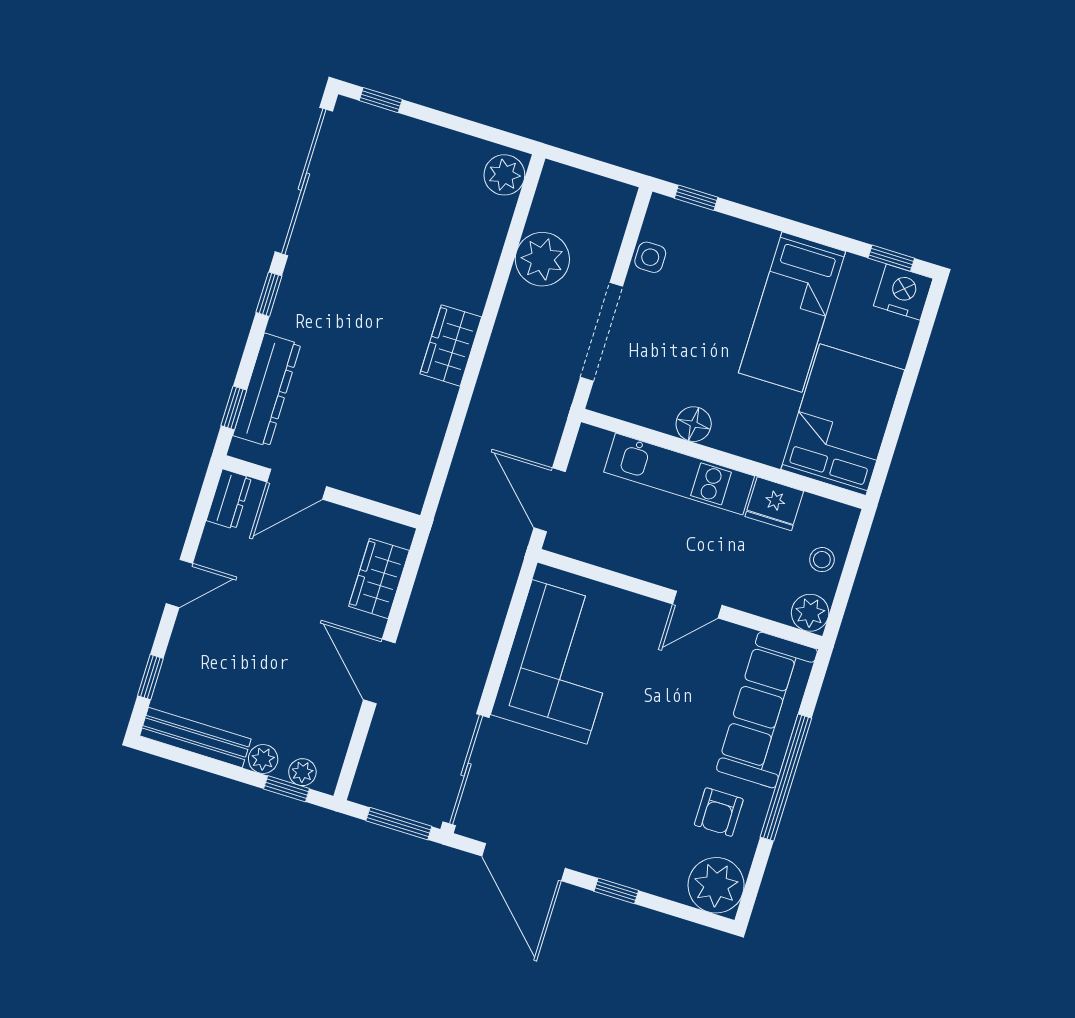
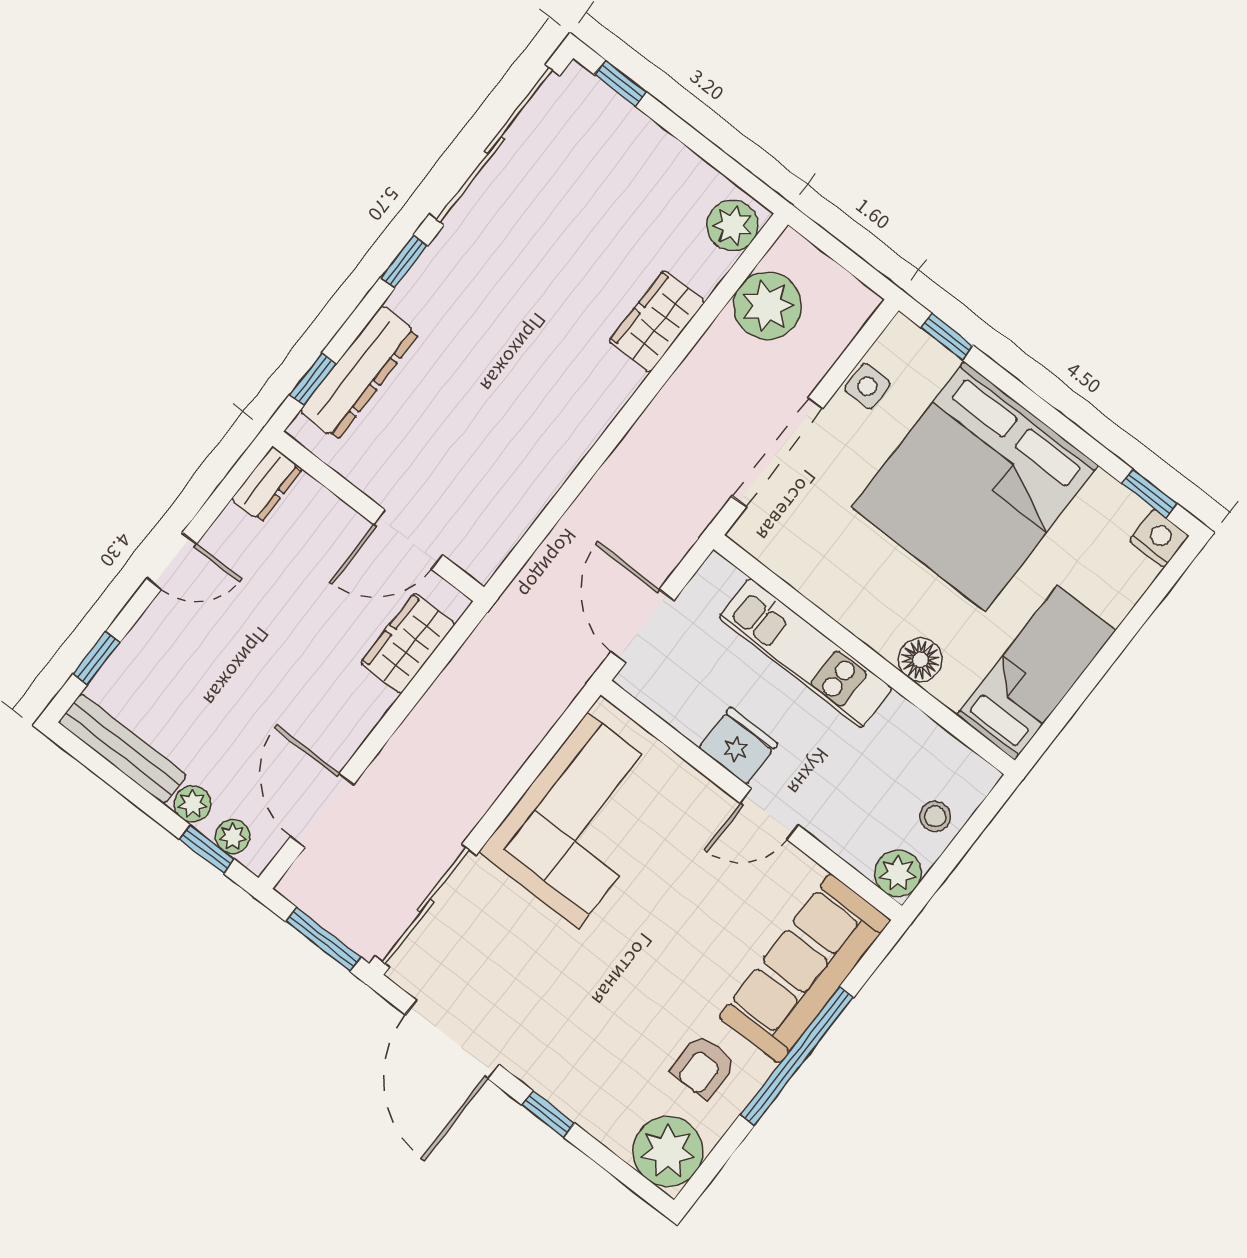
plant: (542, 259) -> (767, 306), moved
nightstand: (903, 292) -> (1159, 538), width x0.74, depth x0.75
bed: (792, 312) -> (975, 486), width x2.04
wardrobe: (451, 345) -> (657, 321), moved
bed: (843, 420) -> (1036, 673), width x0.67
floor lamp: (694, 424) -> (920, 660), moved
door: (297, 484) -> (408, 540), moved
fridge: (774, 504) -> (738, 746), moved, turned 180
door: (379, 671) -> (322, 810), moved

